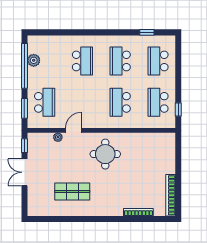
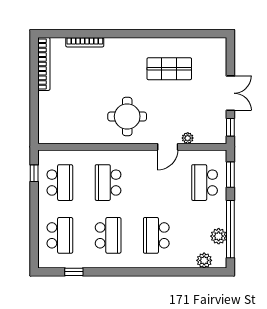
plant: (45, 41) -> (204, 260), added
school desk: (120, 102) -> (108, 183), turned 180

